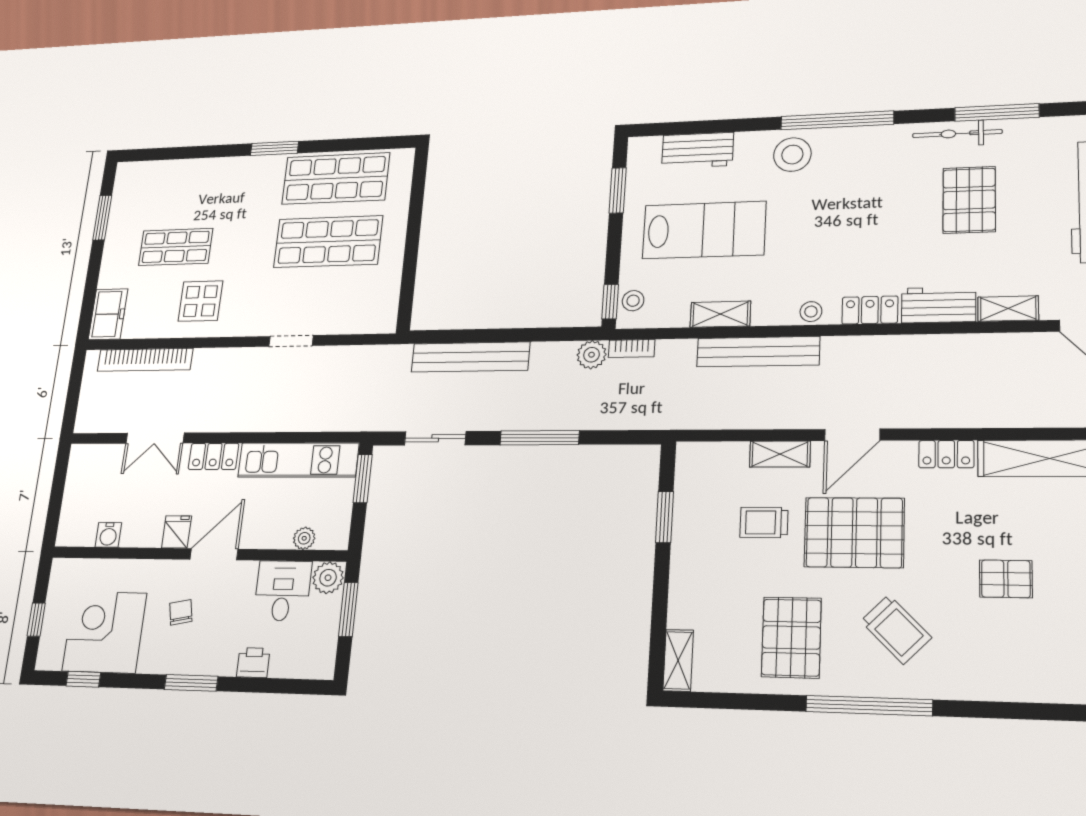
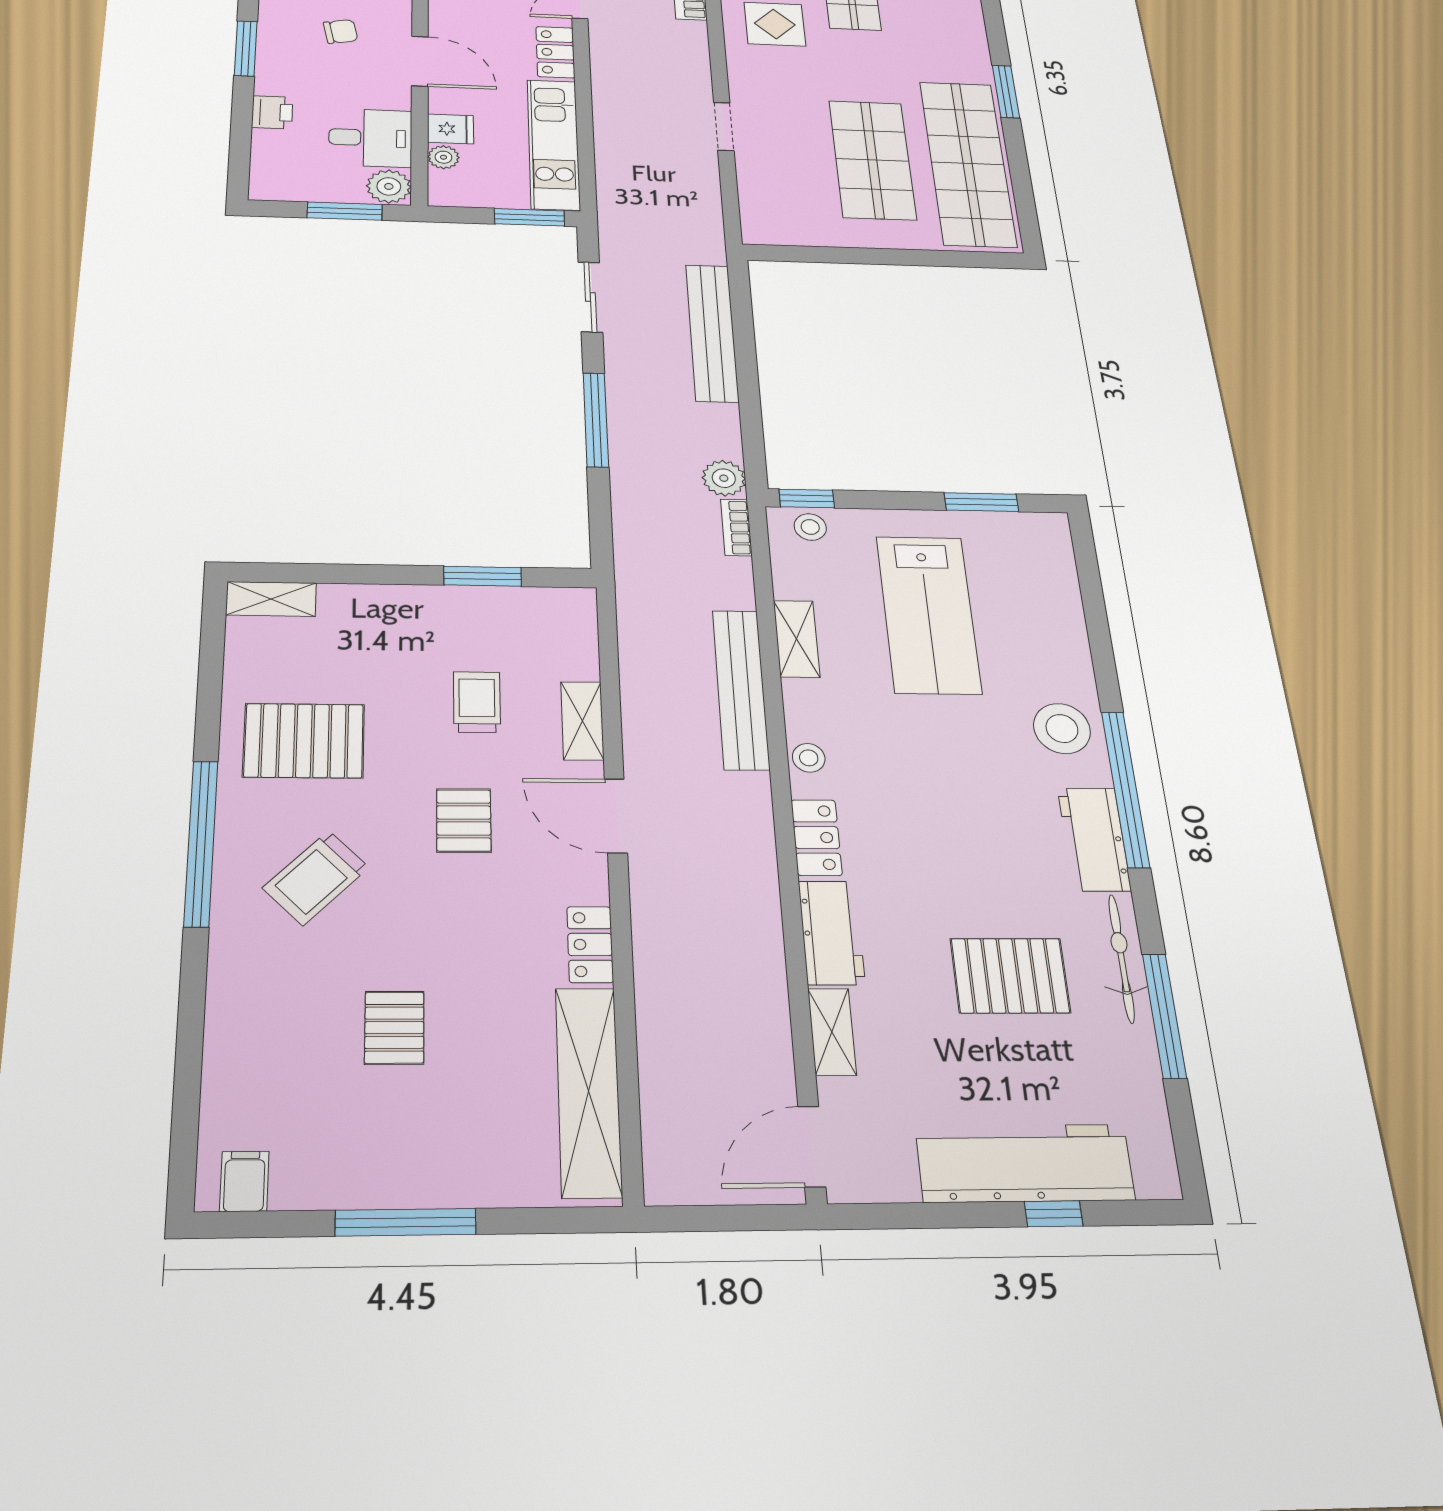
workbench: (697, 150) -> (1094, 839), moved
shop shelf: (336, 178) -> (968, 163), width x1.40
fridge: (177, 532) -> (451, 129), moved
pallet: (854, 532) -> (464, 820), width x0.49, depth x0.50

